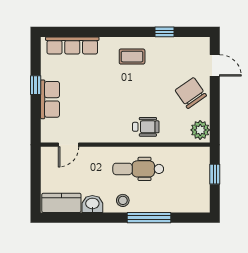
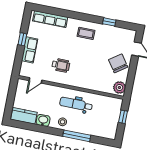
wheelchair: (146, 127) -> (61, 65), moved

